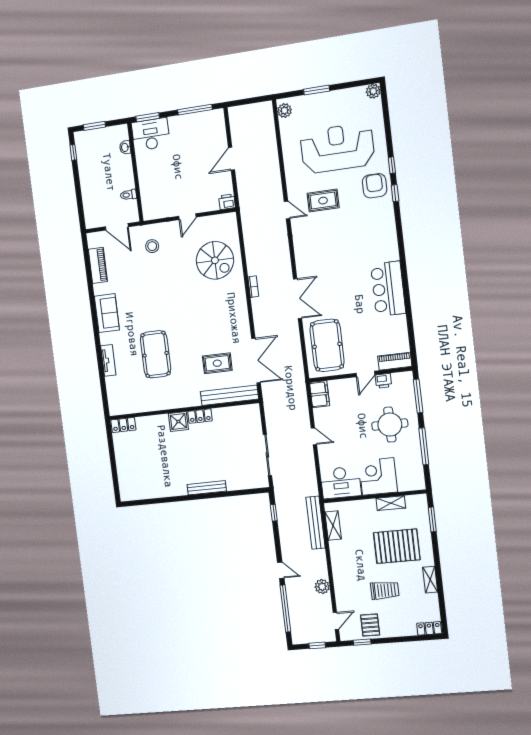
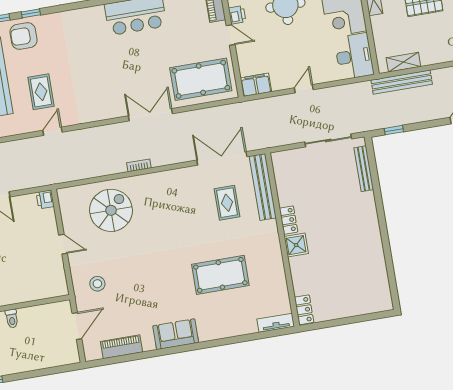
toilet: (128, 195) -> (12, 319), moved
tv unit: (108, 360) -> (276, 323), moved
bench: (207, 488) -> (364, 169), moved

